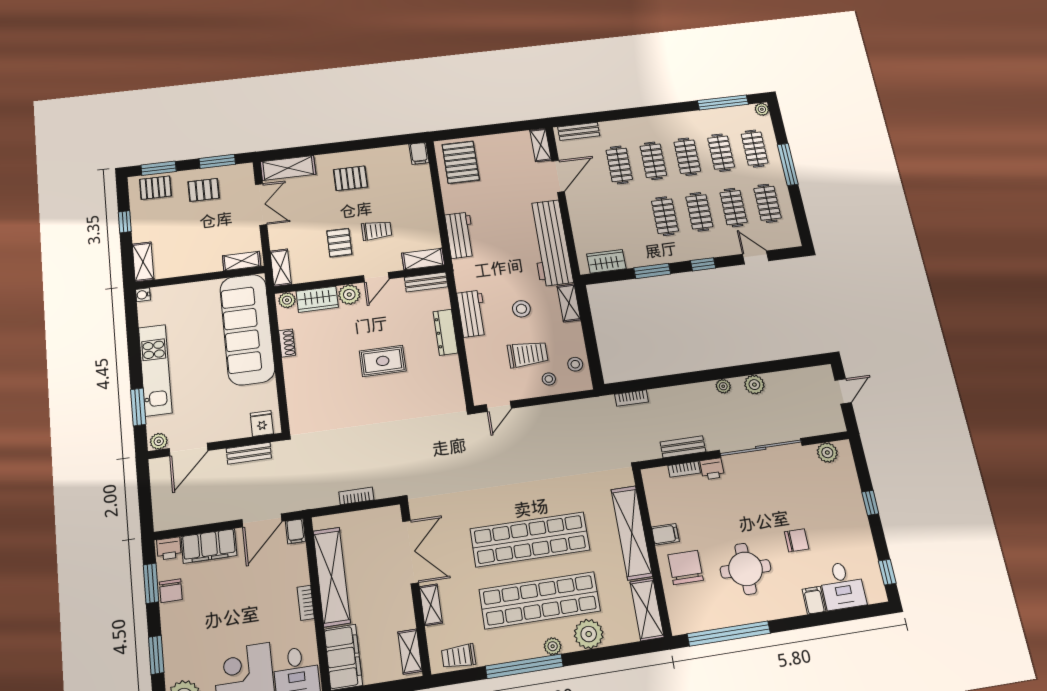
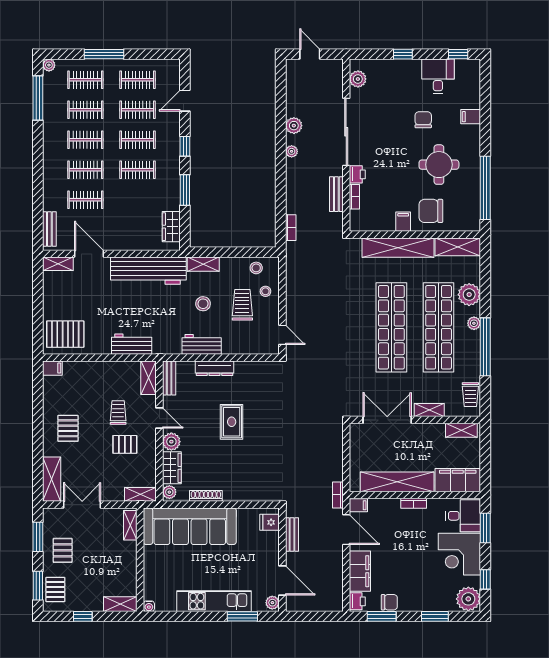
shoe rack: (287, 343) -> (206, 496), width x1.43
bookcase: (356, 496) -> (338, 495), moved
desk: (842, 586) -> (438, 76), moved, turned -90

